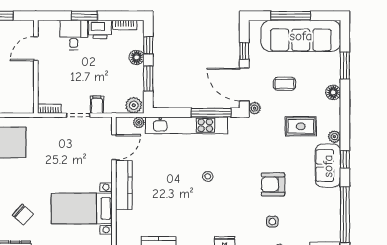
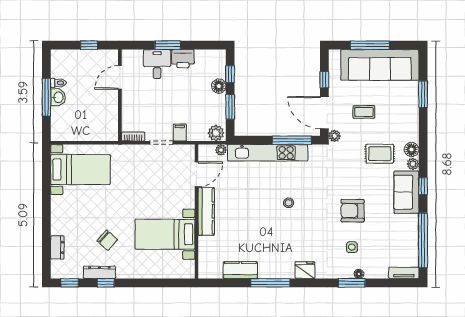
bookcase: (124, 25) -> (207, 54), removed
floor lamp: (333, 92) -> (412, 150), moved

